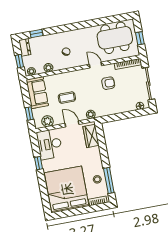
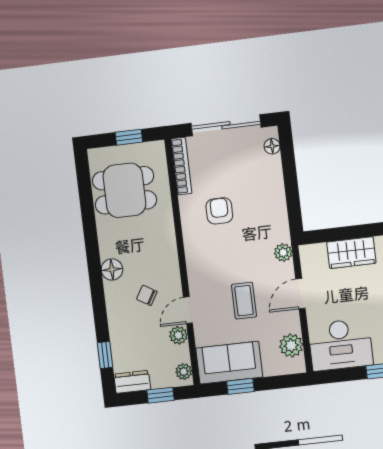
floor lamp: (77, 34) -> (112, 269), added
dining table: (115, 38) -> (124, 190), width x0.73
door: (96, 65) -> (188, 310), moved
window: (29, 114) -> (240, 386), moved
wardrobe: (91, 136) -> (351, 253), moved

